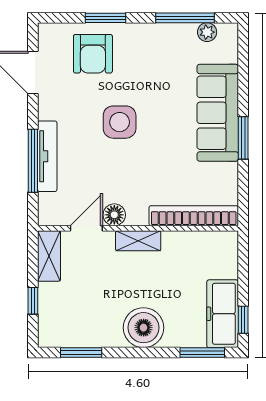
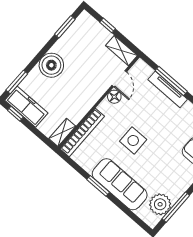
plant: (207, 32) -> (160, 204), width x1.88, depth x1.88
side table: (120, 122) -> (133, 140), moved
shelving: (138, 241) -> (62, 132), moved

